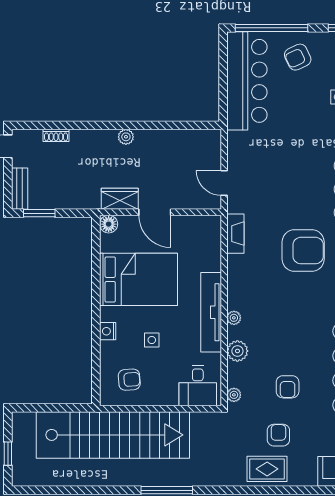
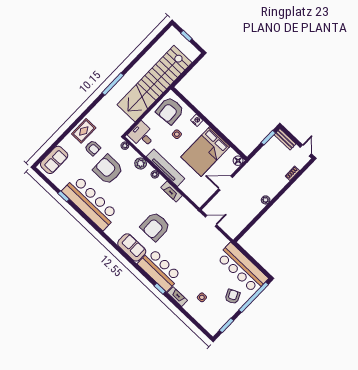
wardrobe: (120, 199) -> (244, 174), removed
fireplace: (235, 234) -> (172, 192), moved
armchair: (129, 380) -> (170, 111), width x1.88, depth x1.88
armchair: (288, 387) -> (108, 170), width x1.88, depth x1.88

